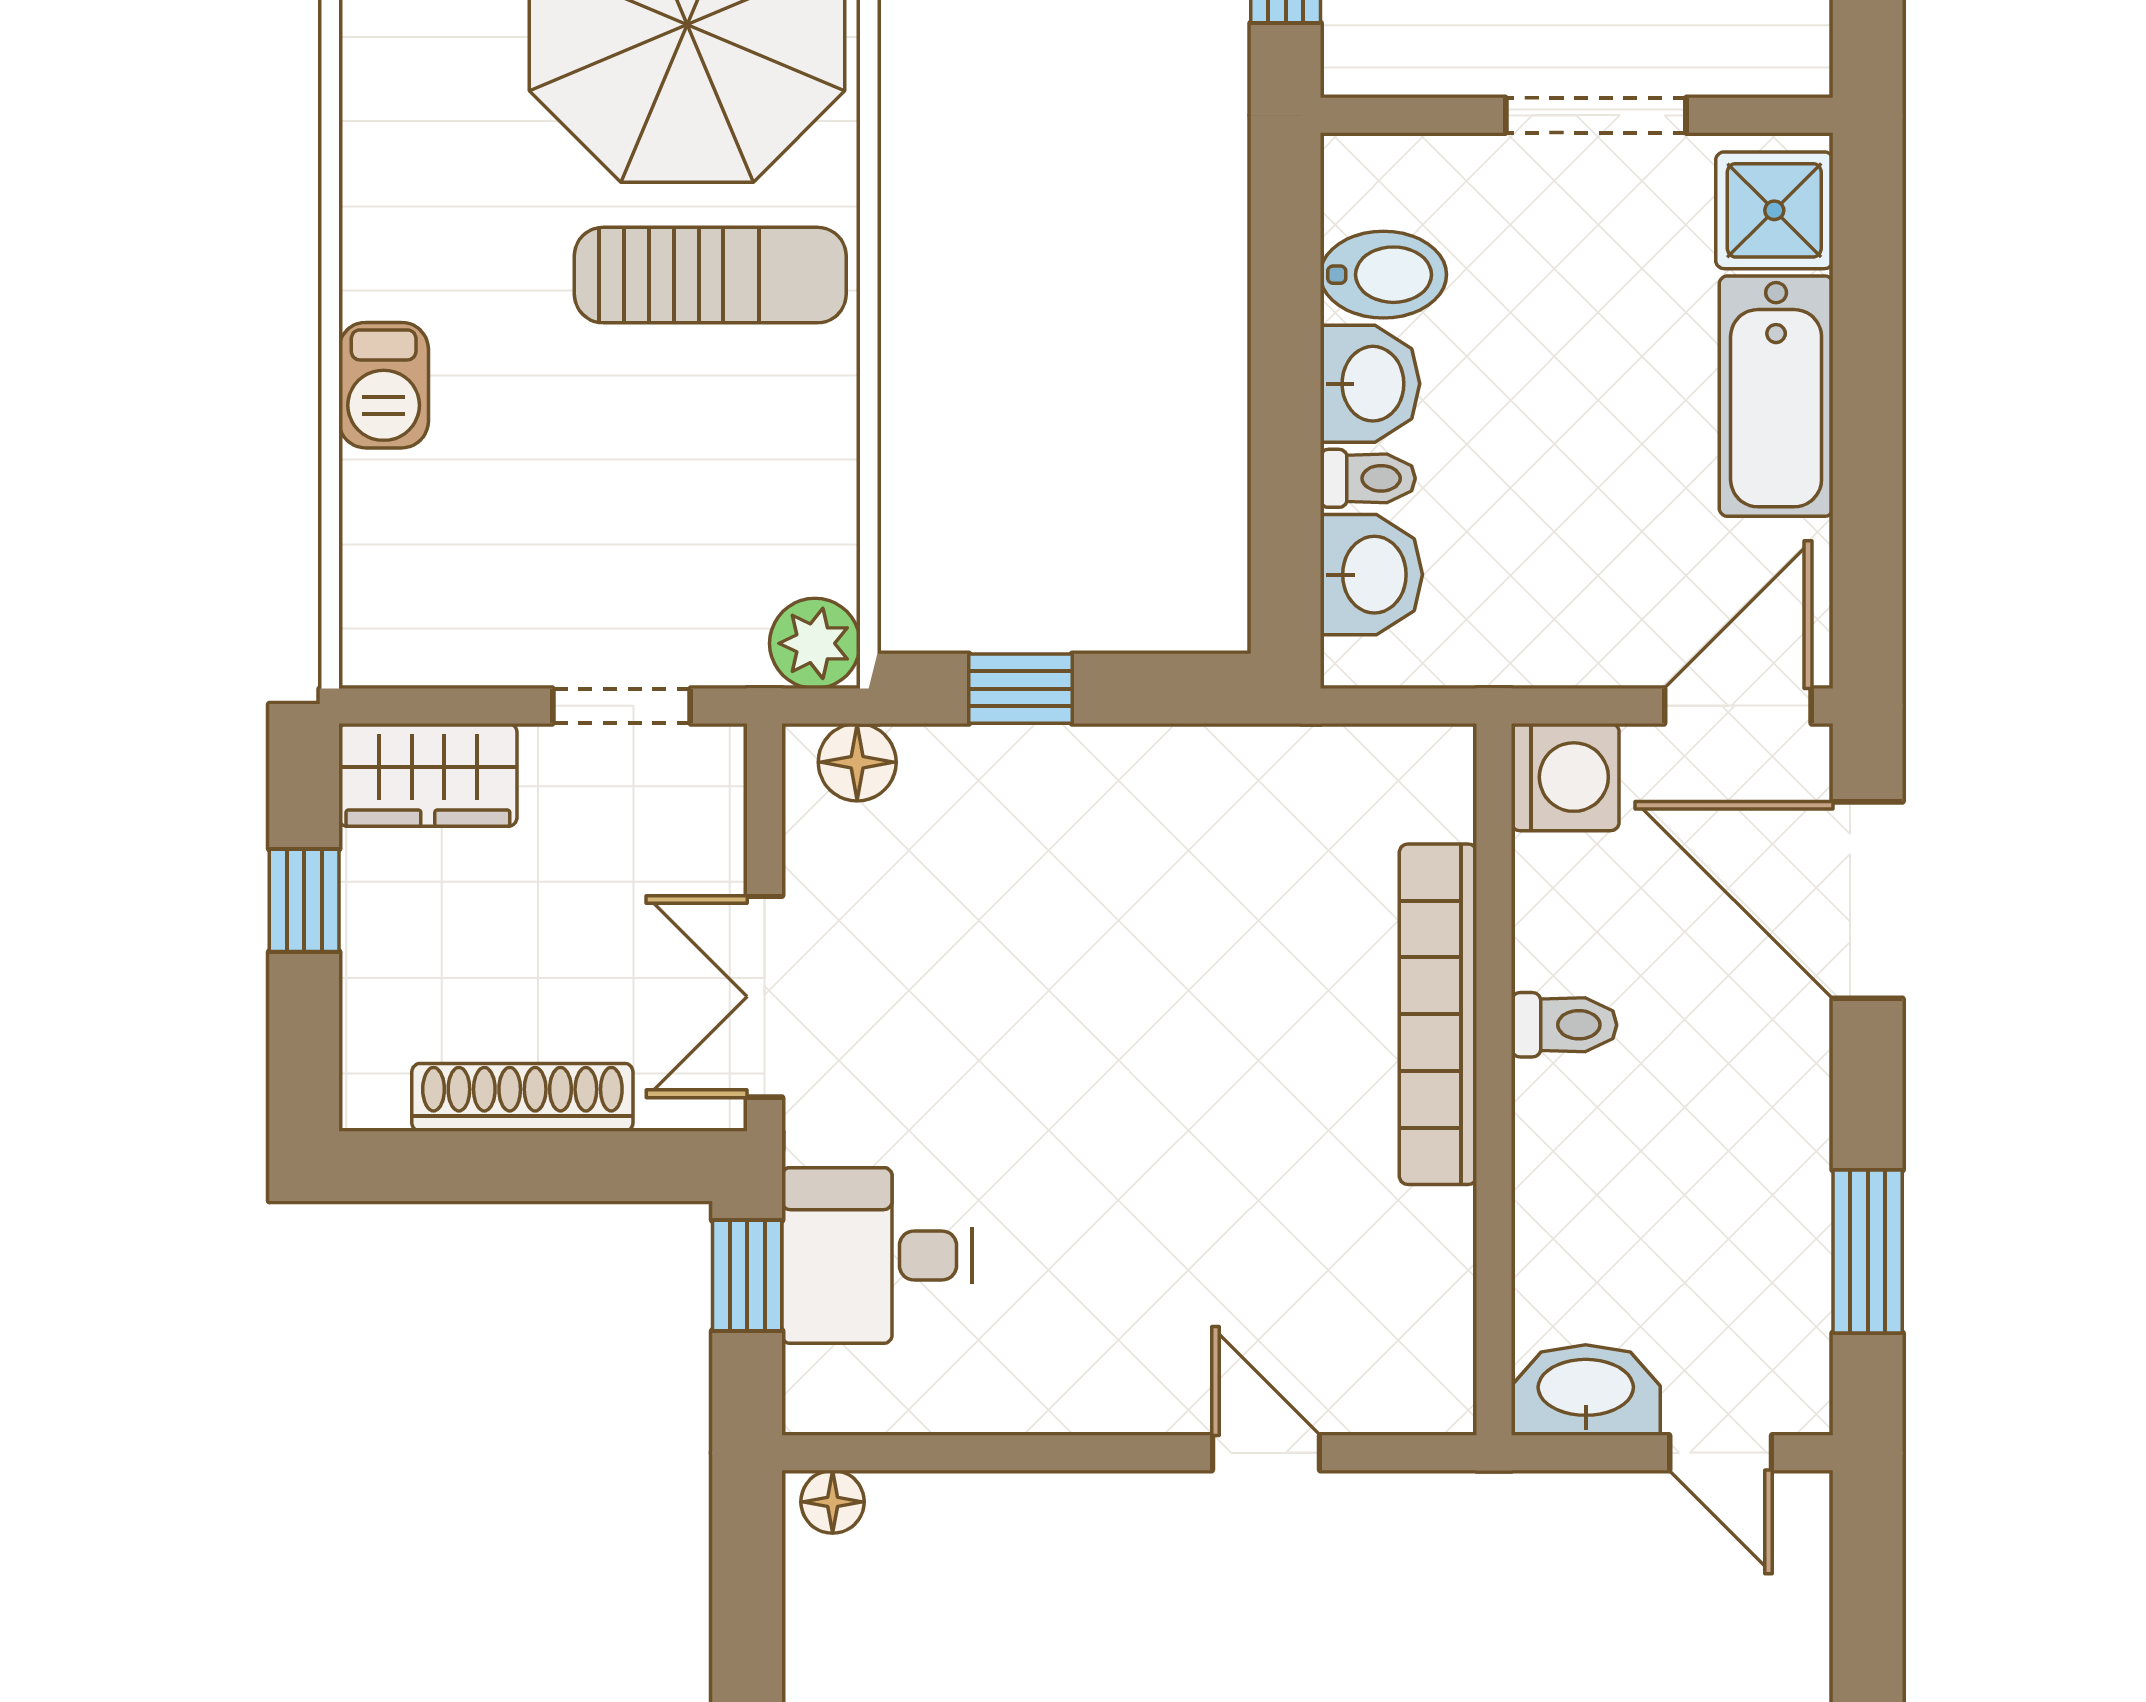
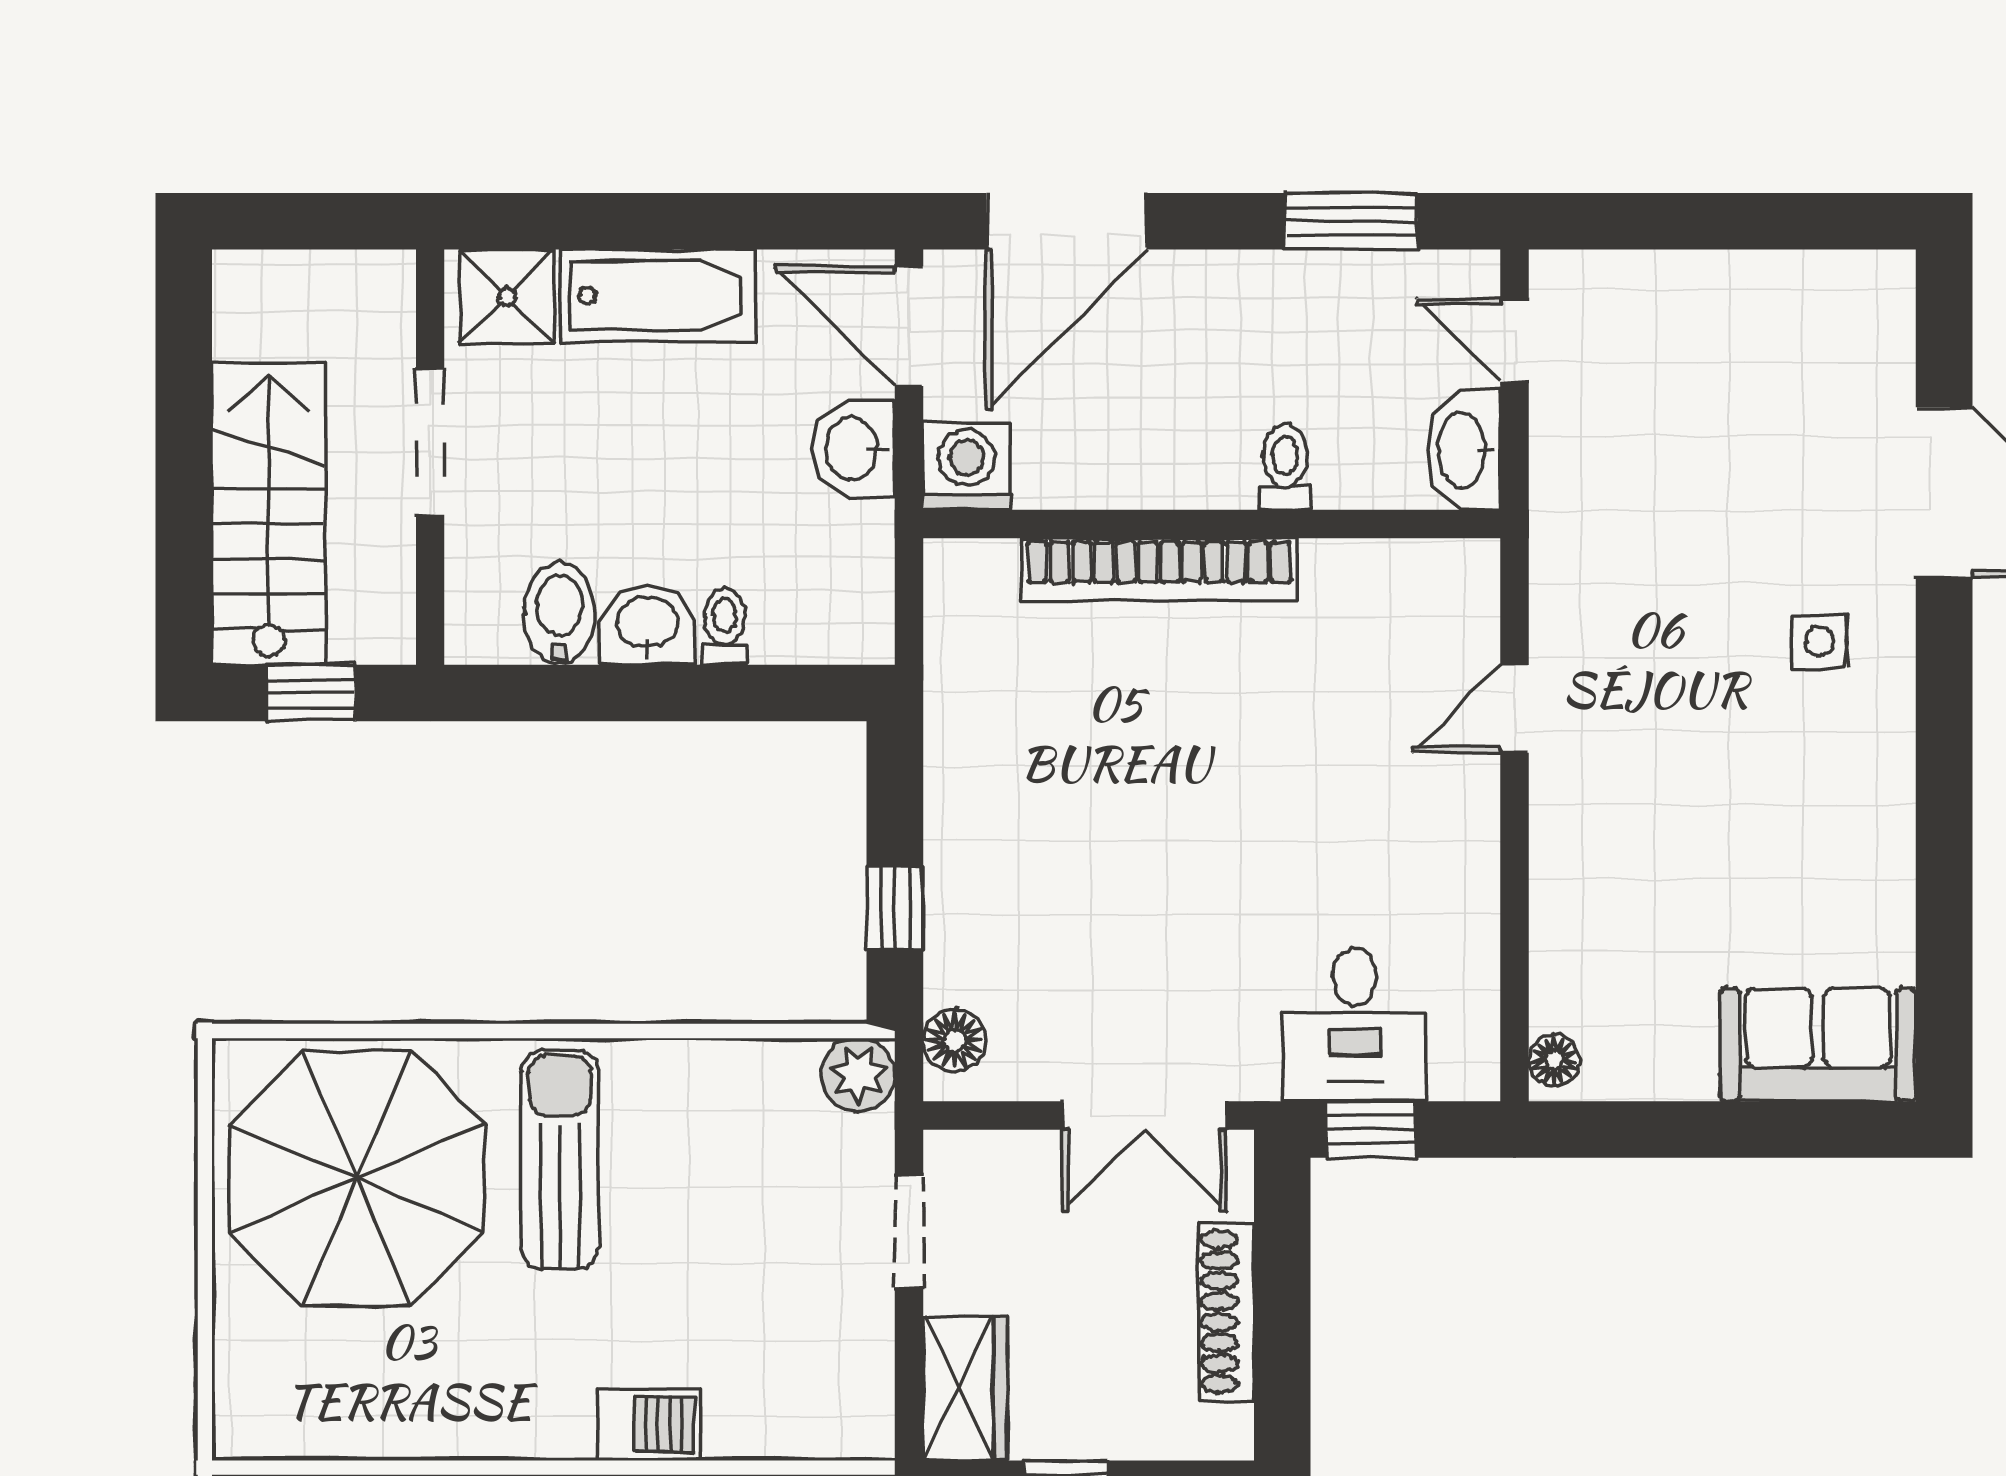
washbasin: (1371, 575) -> (854, 449), moved, turned -90
toilet: (1564, 1025) -> (1285, 467), moved
door: (1721, 1453) -> (1515, 340), swing flipped

